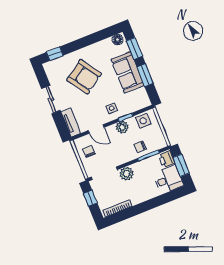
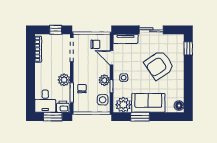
window: (134, 49) -> (166, 117), removed
plant: (140, 97) -> (123, 105), added
door: (96, 129) -> (112, 58), hinge flipped
plant: (127, 174) -> (64, 80), moved

